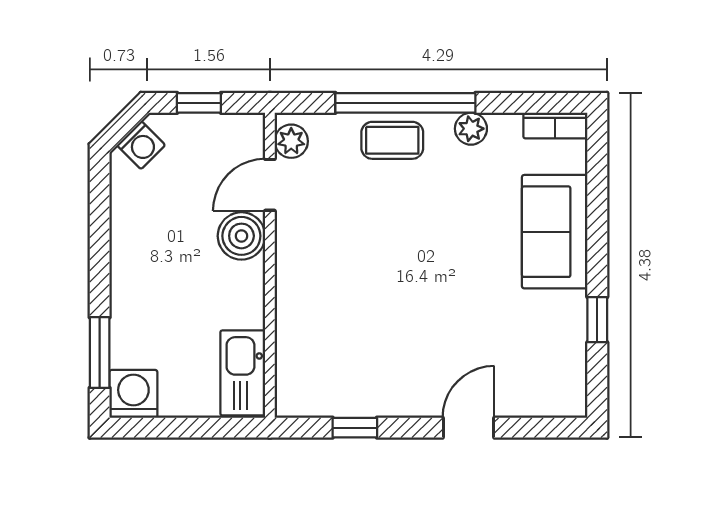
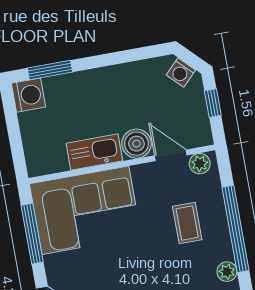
coffee table: (392, 140) -> (187, 223), moved
corner sofa: (333, 336) -> (85, 210), added
kitchen sink: (243, 373) -> (94, 152), moved
window: (355, 428) -> (32, 234), width x2.17

